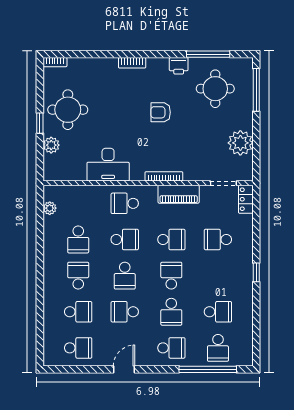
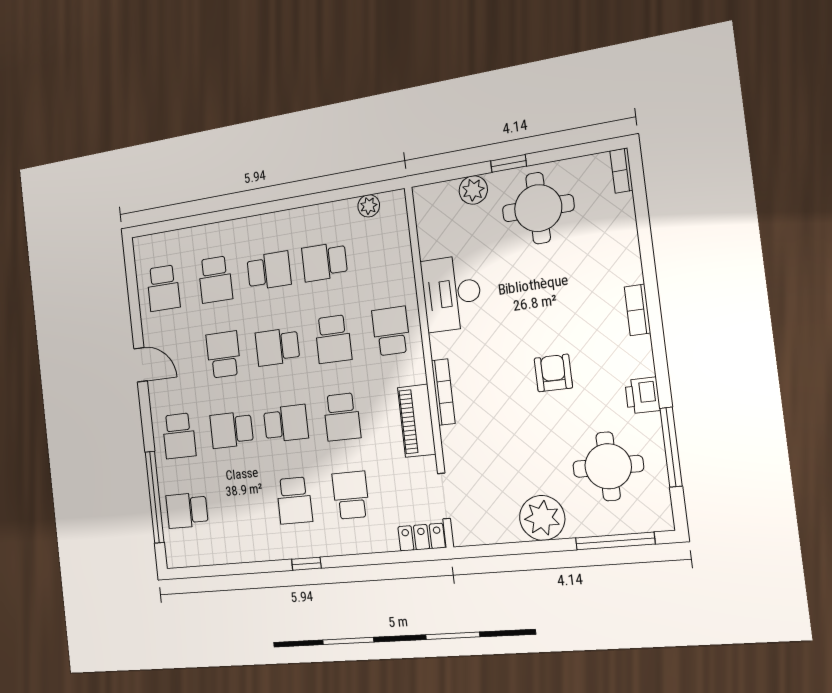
plant: (240, 143) -> (542, 518), moved
school desk: (218, 312) -> (294, 500), moved

